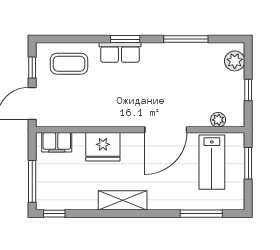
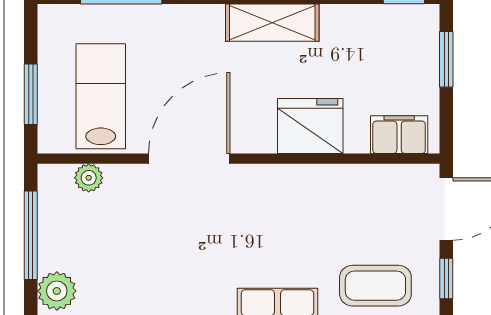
window: (248, 90) -> (31, 235), width x2.17
window: (32, 181) -> (446, 59), width x0.69

